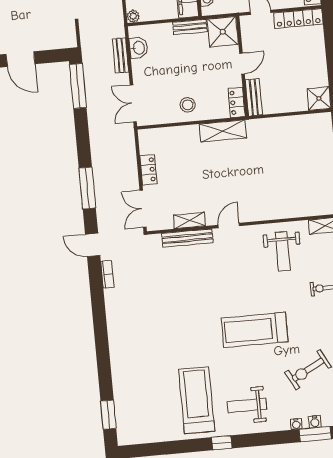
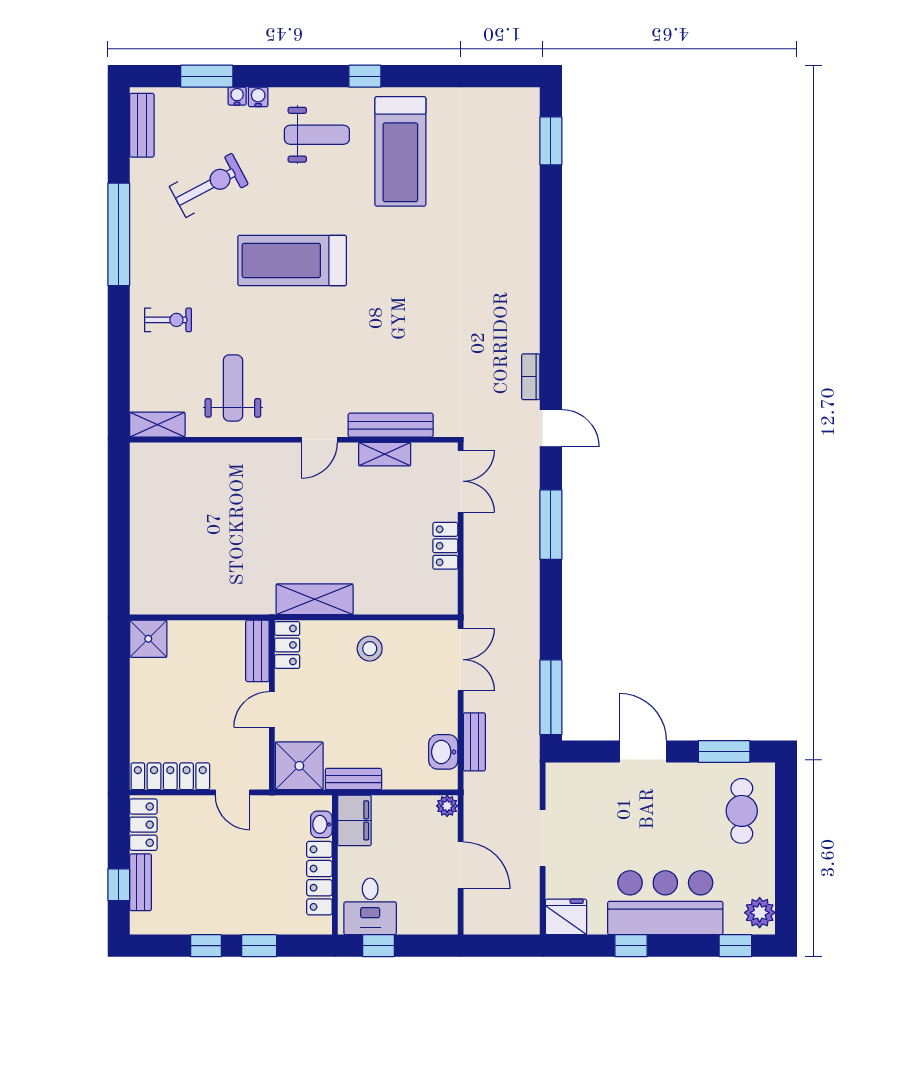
treadmill: (255, 330) -> (292, 260), turned 180
water cooler: (315, 422) -> (258, 97), moved

